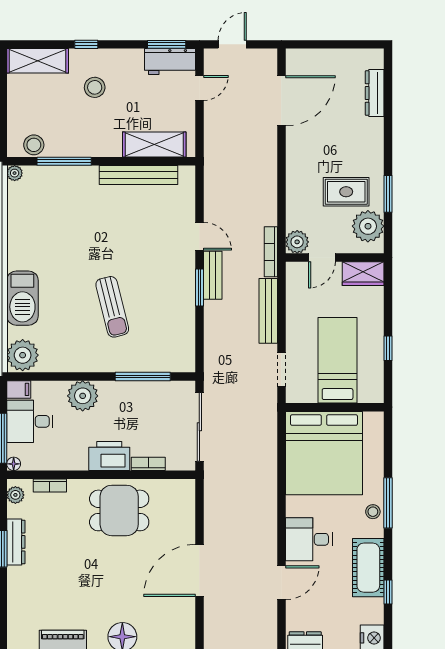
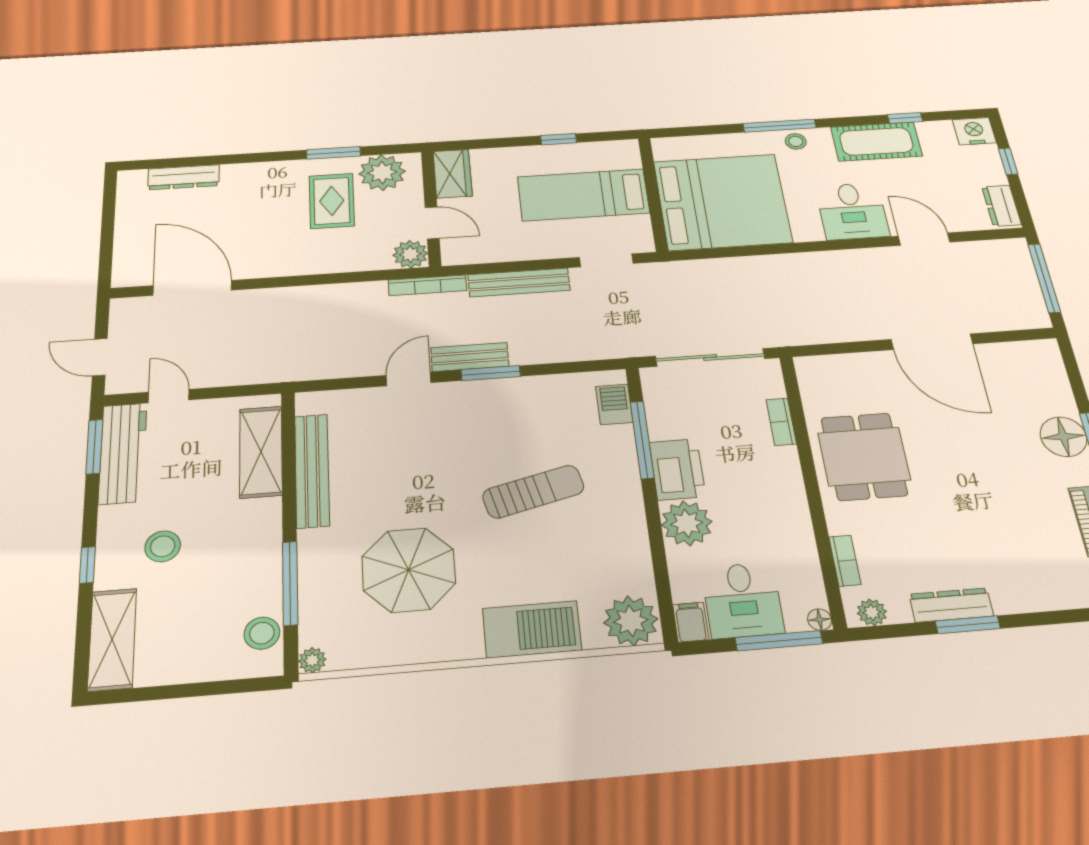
workbench: (170, 62) -> (123, 453), width x1.38
parasol: (67, 230) -> (409, 570), added
barbecue: (170, 362) -> (614, 404), added
printer: (109, 456) -> (677, 469), moved, turned 180

